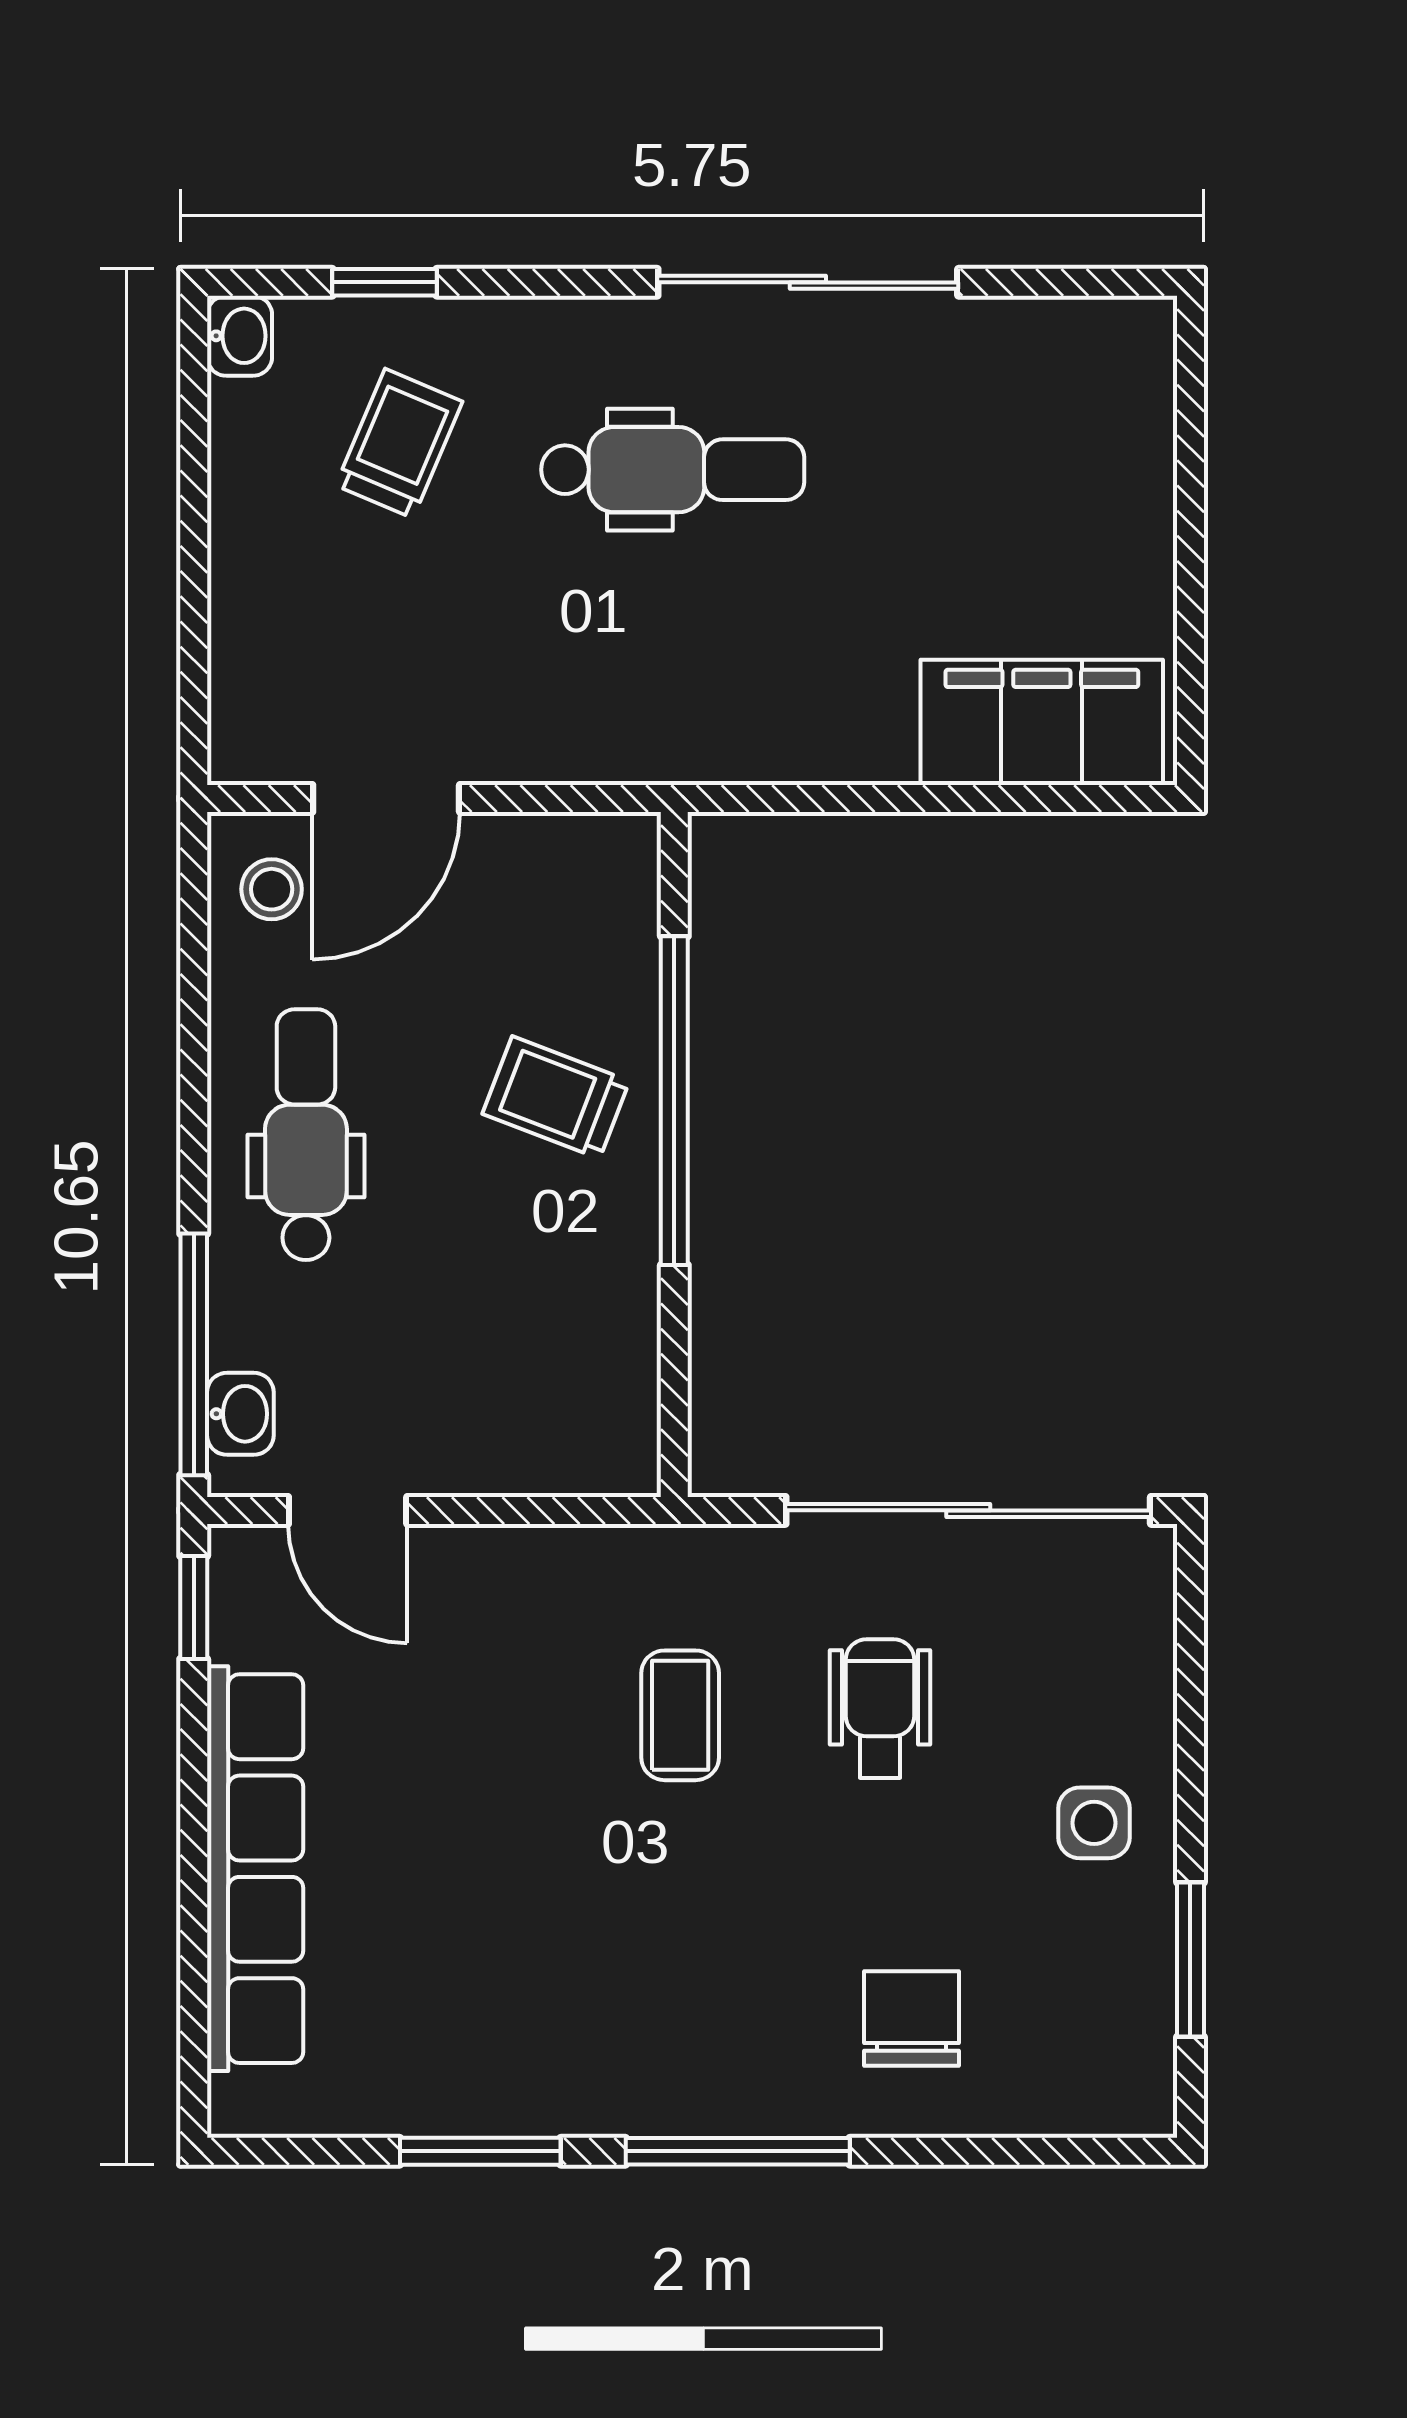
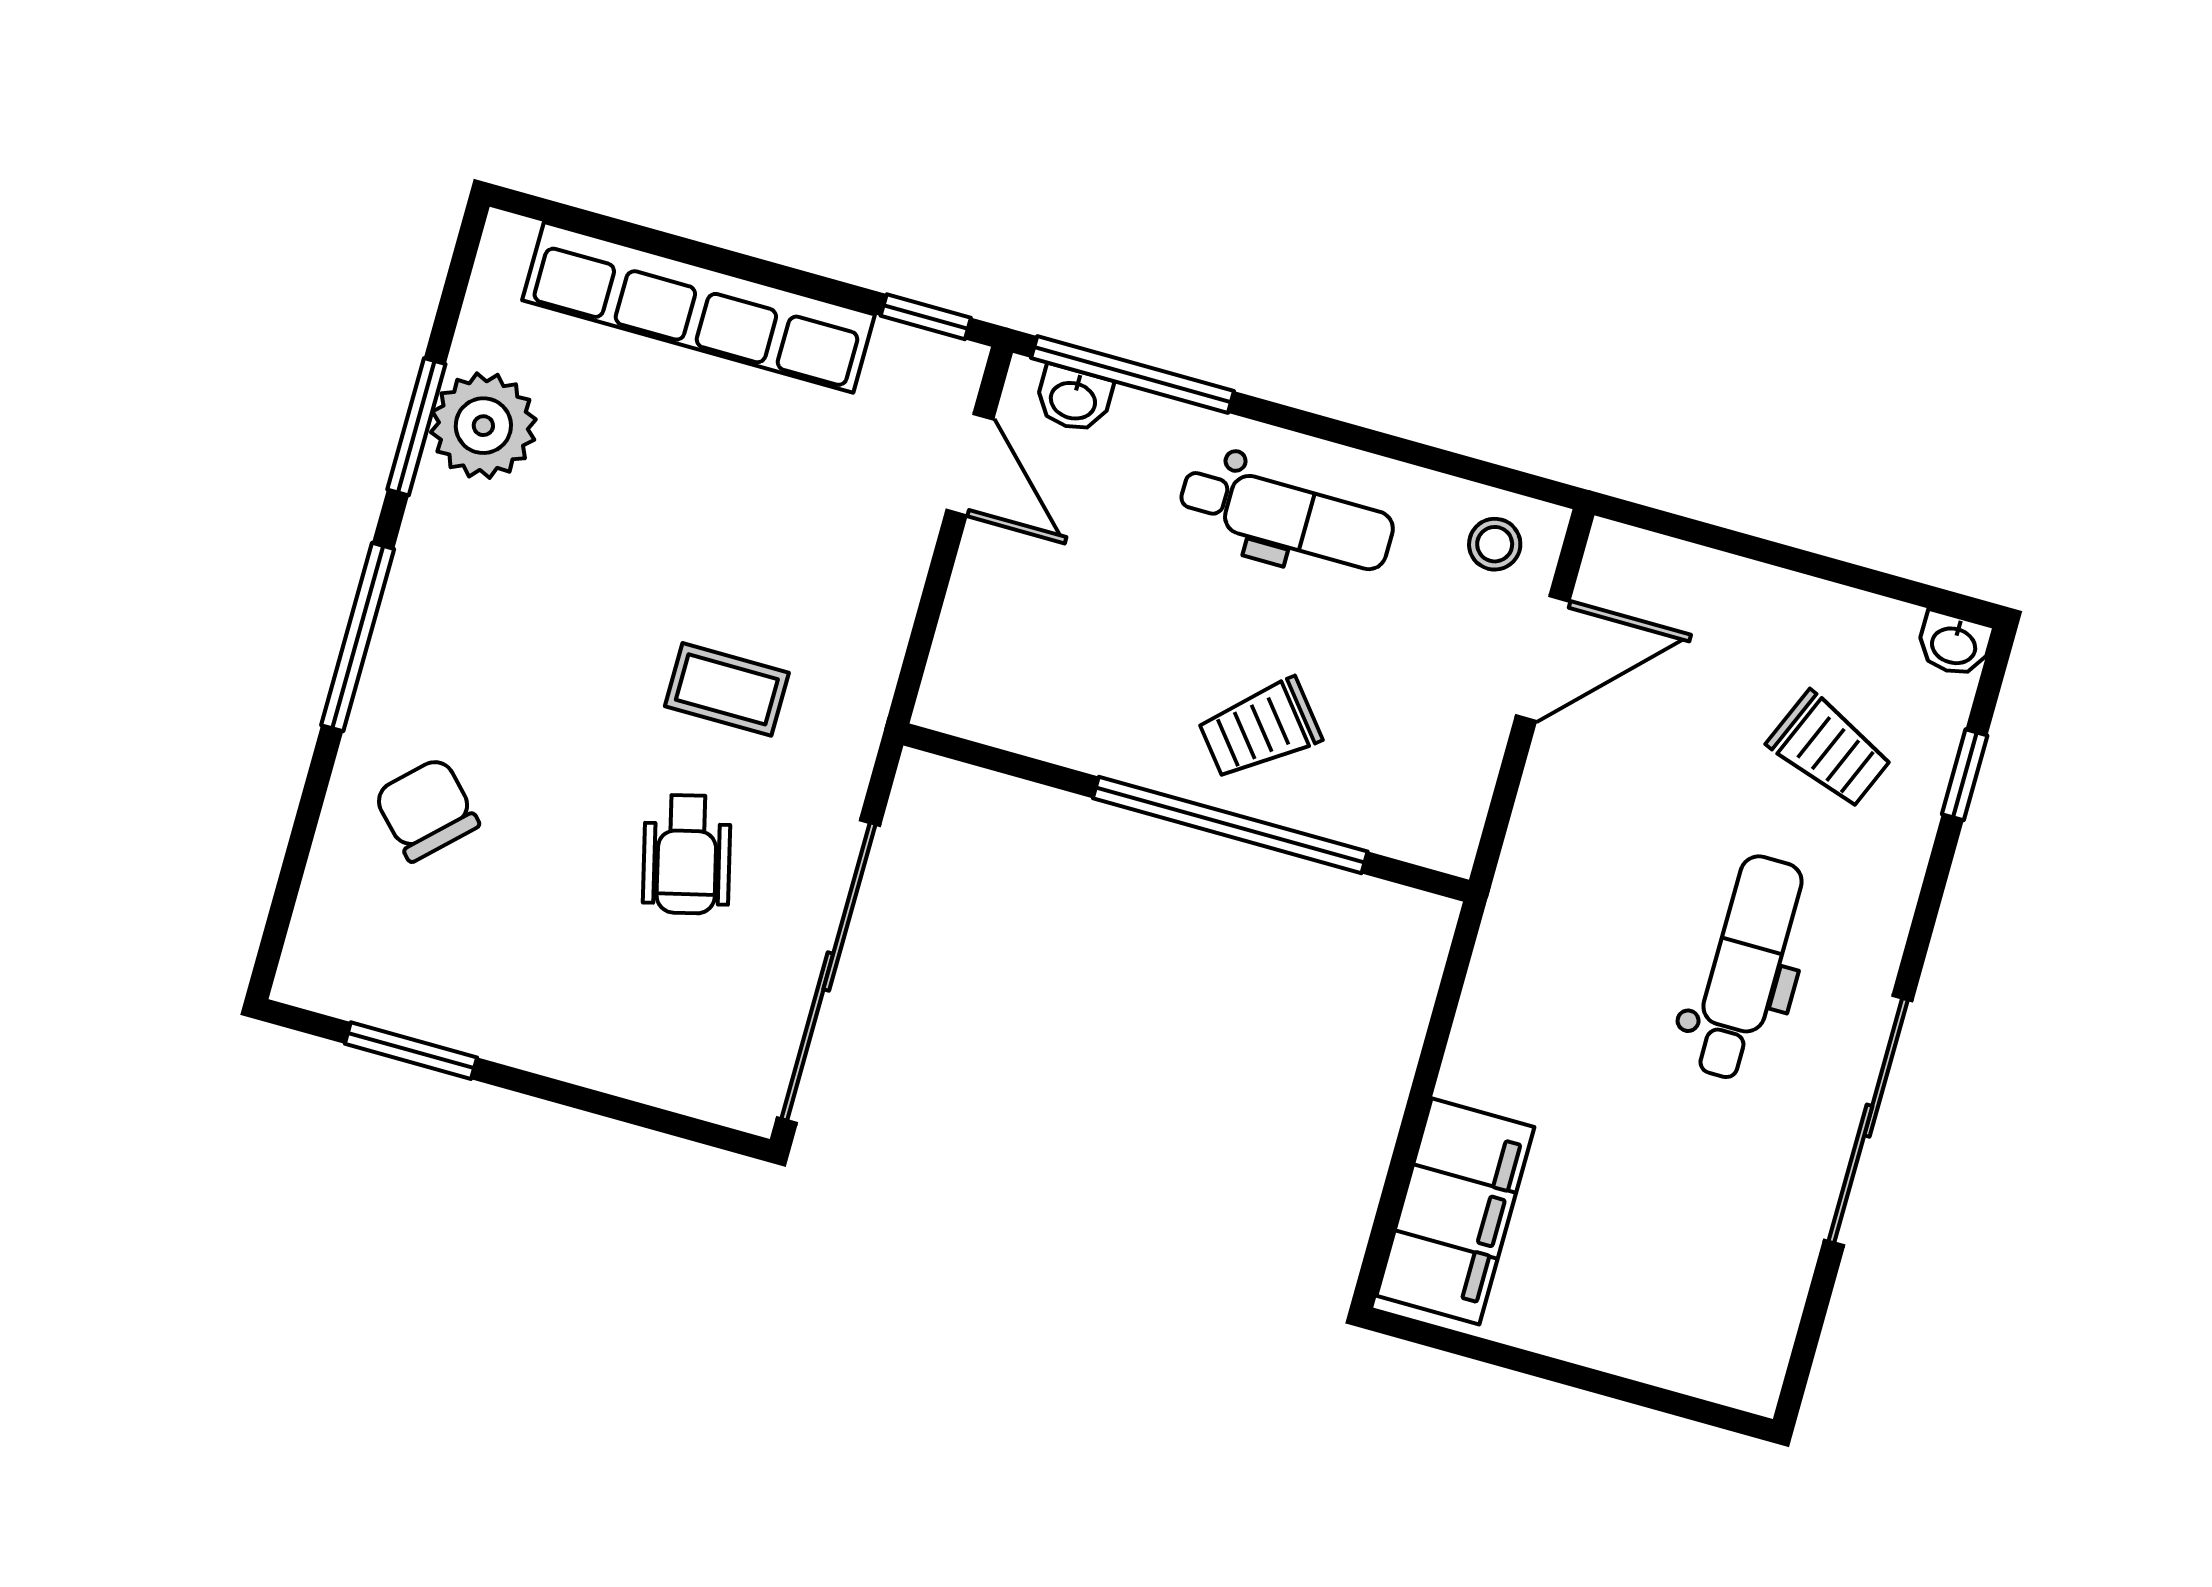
dental chair: (673, 470) -> (1746, 967), turned 180
door: (386, 798) -> (1543, 658), swing flipped
trolley: (556, 1097) -> (1260, 729), turned -150
door: (348, 1510) -> (970, 465), swing flipped
wheelchair: (880, 1709) -> (687, 854), turned 76
side table: (1094, 1823) -> (545, 1003), removed
chair: (912, 2018) -> (426, 809), turned -134
plant: (458, 2076) -> (483, 426), added

